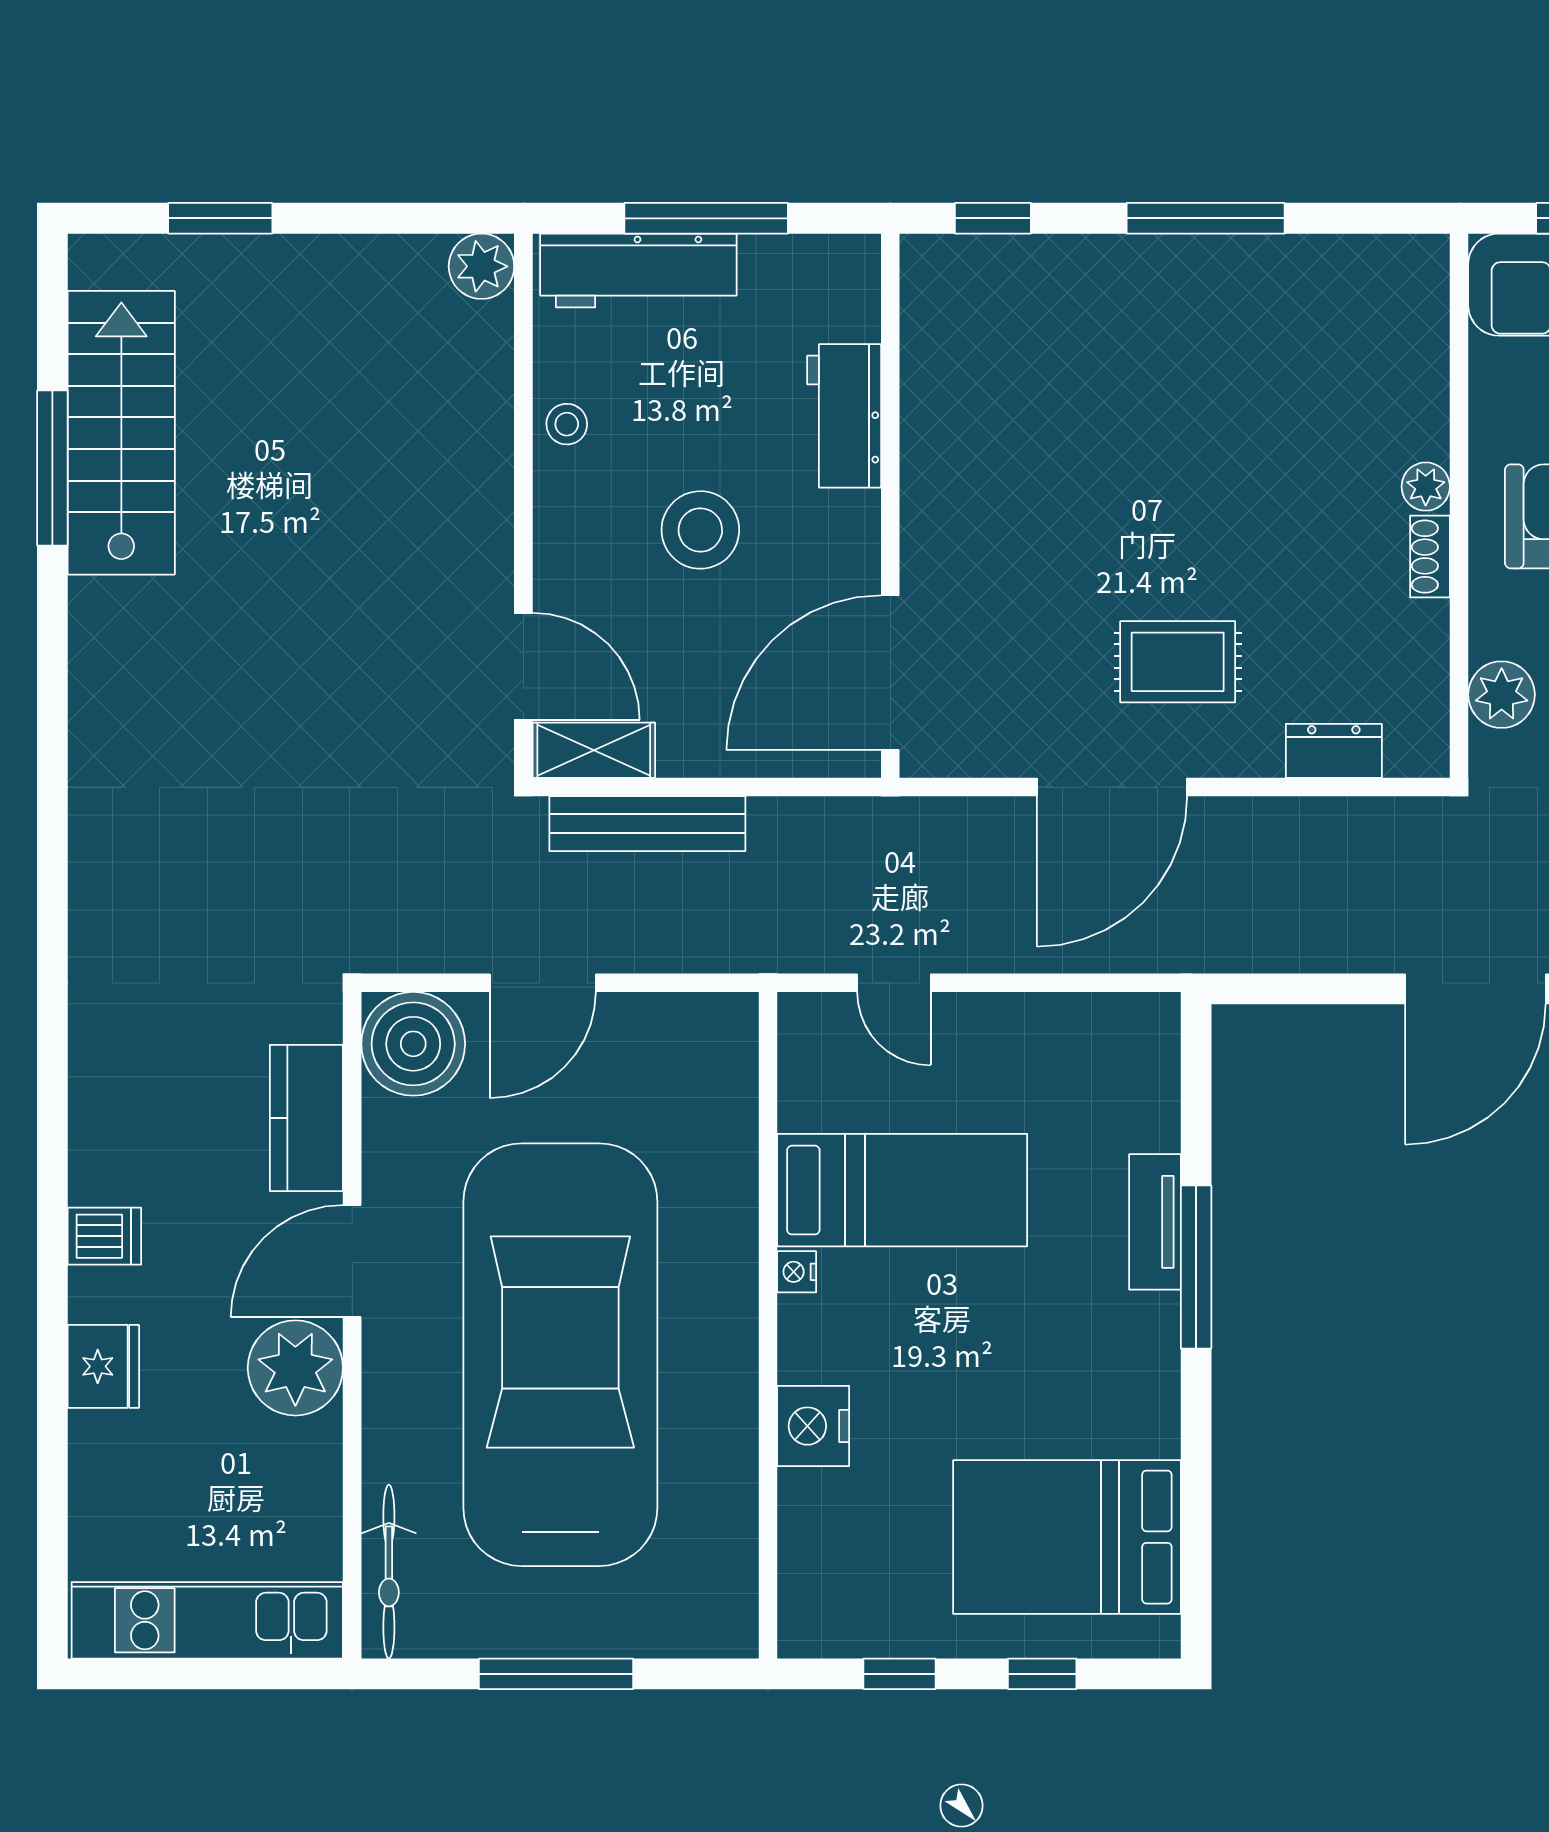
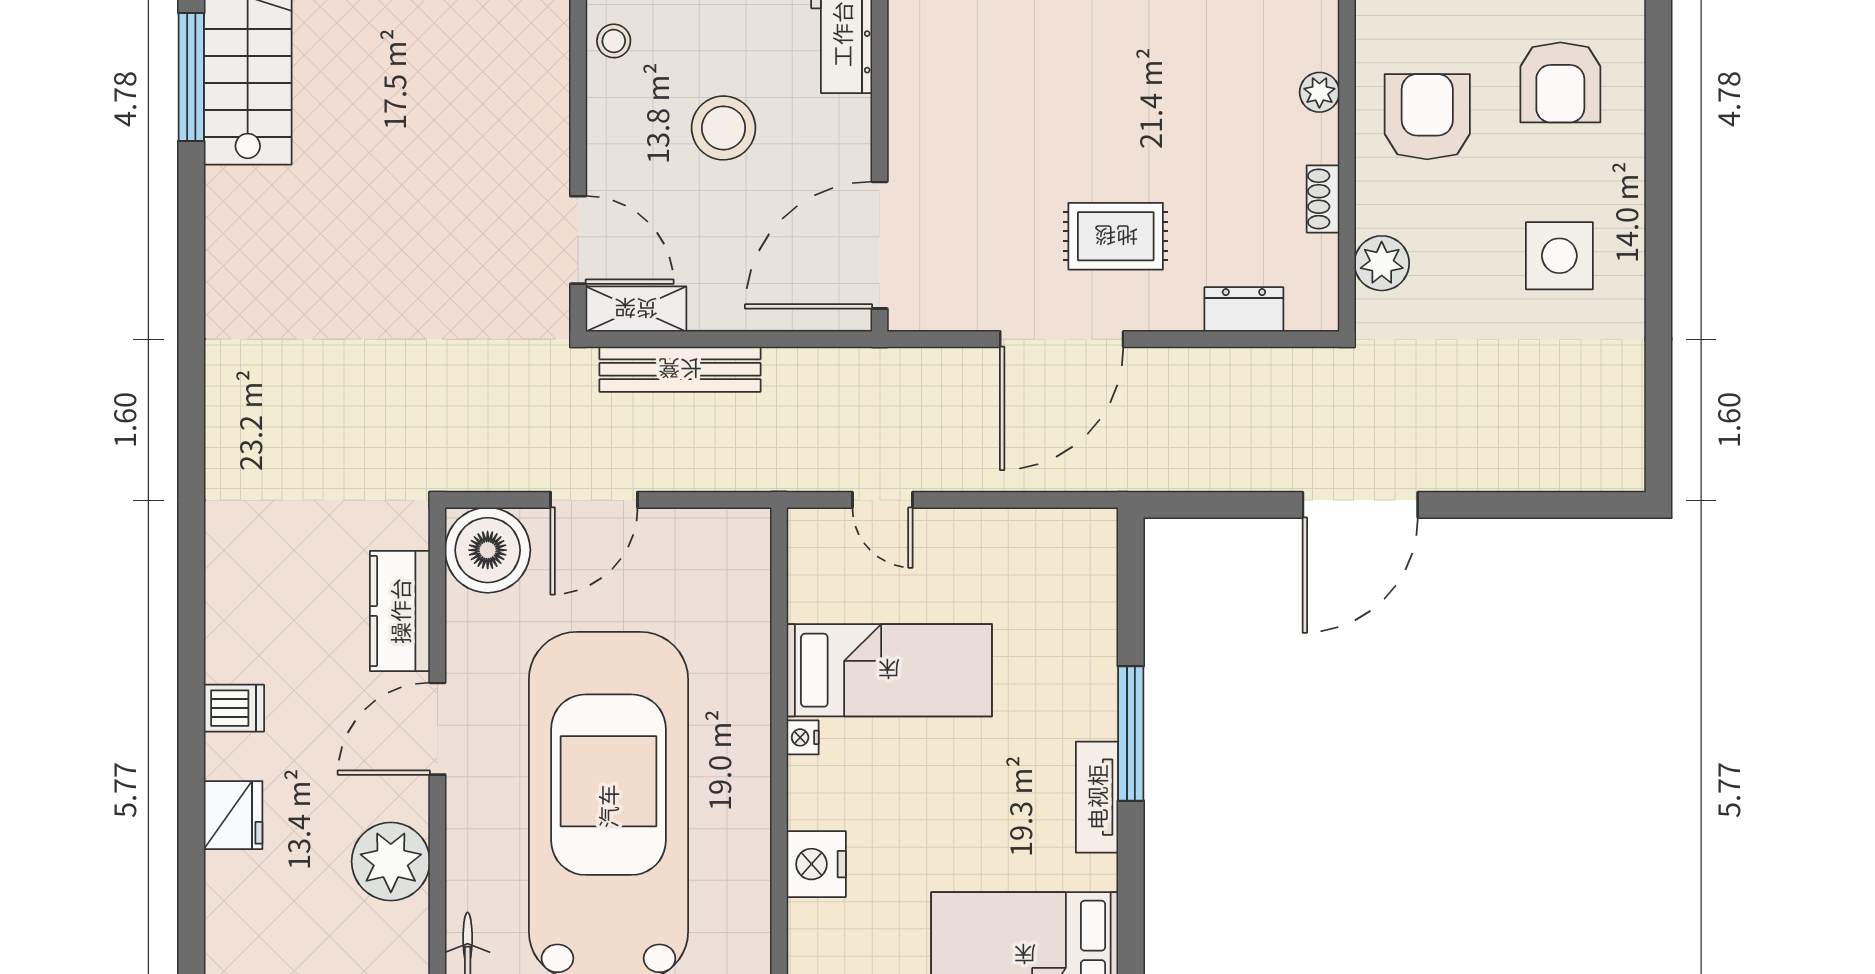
shoe rack: (1430, 557) -> (1323, 199), moved
tv unit: (1155, 1222) -> (1097, 797), moved
plant: (295, 1368) -> (391, 861), moved

